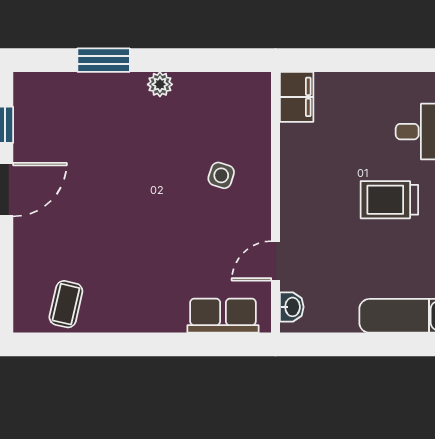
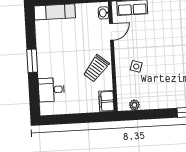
plant: (160, 84) -> (134, 105), moved
trolley: (389, 200) -> (96, 68), moved, turned 130

